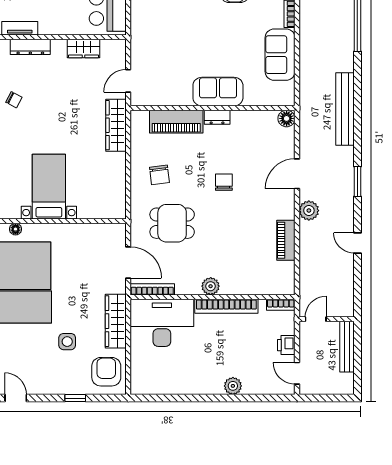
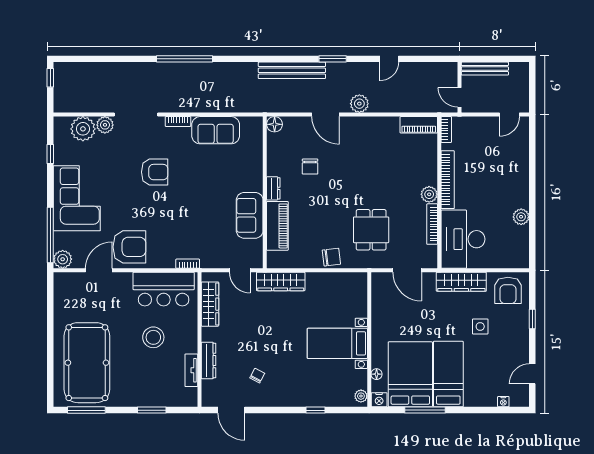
bookcase: (135, 24) -> (188, 264), added
wardrobe: (84, 48) -> (210, 304), width x1.50
sofa: (218, 92) -> (250, 215), moved
bench: (345, 109) -> (292, 70), moved
chair: (159, 175) -> (331, 257), moved
chair: (224, 182) -> (310, 167), moved, turned -90
piano: (286, 240) -> (419, 125), moved
door: (128, 262) -> (407, 270), swing flipped
bookcase: (152, 289) -> (432, 224), moved
printer: (286, 345) -> (483, 124), removed
armchair: (106, 372) -> (508, 290), turned -90
plant: (233, 386) -> (521, 217), moved

